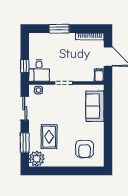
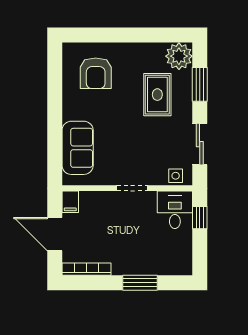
armchair: (84, 149) -> (96, 73), turned 180

